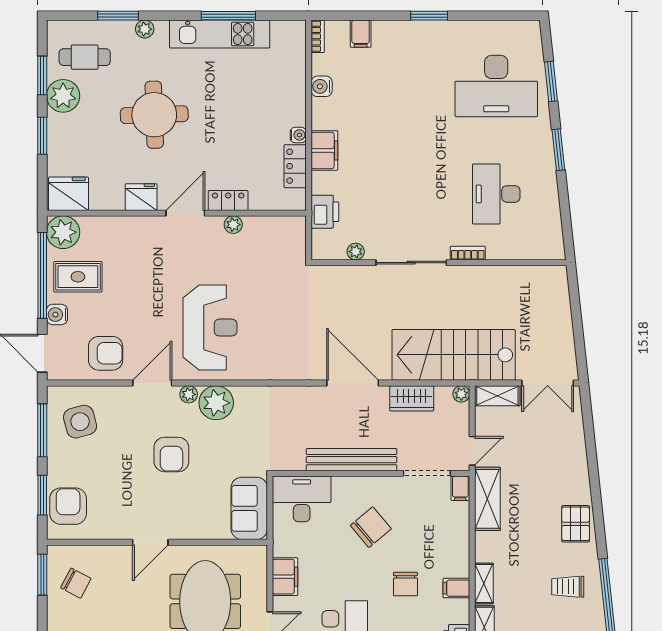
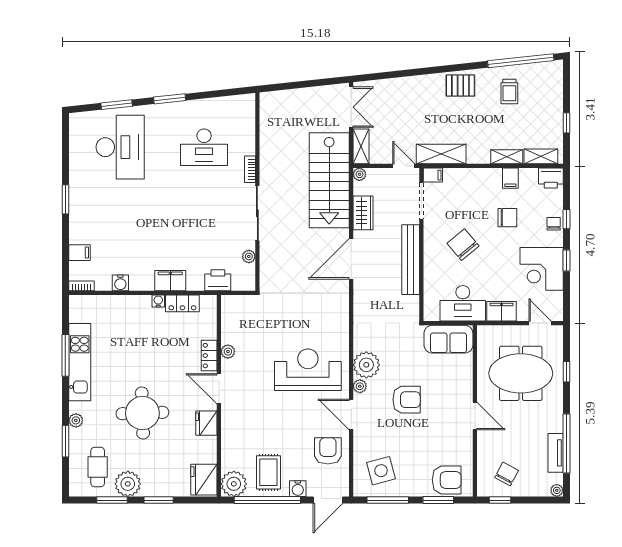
desk: (302, 499) -> (463, 303), moved, turned -90
armchair: (68, 506) -> (447, 480), turned 180
window: (42, 575) -> (500, 500), width x0.67

